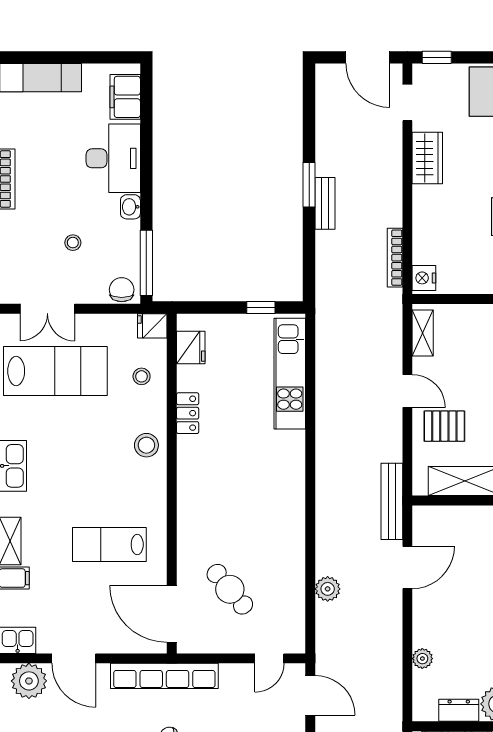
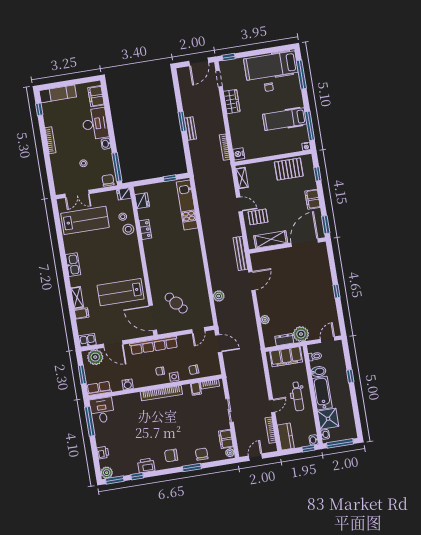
door: (368, 57) -> (199, 62), hinge flipped
stool: (146, 445) -> (128, 229), moved
lab bench: (109, 545) -> (121, 292), width x1.36, depth x1.39

